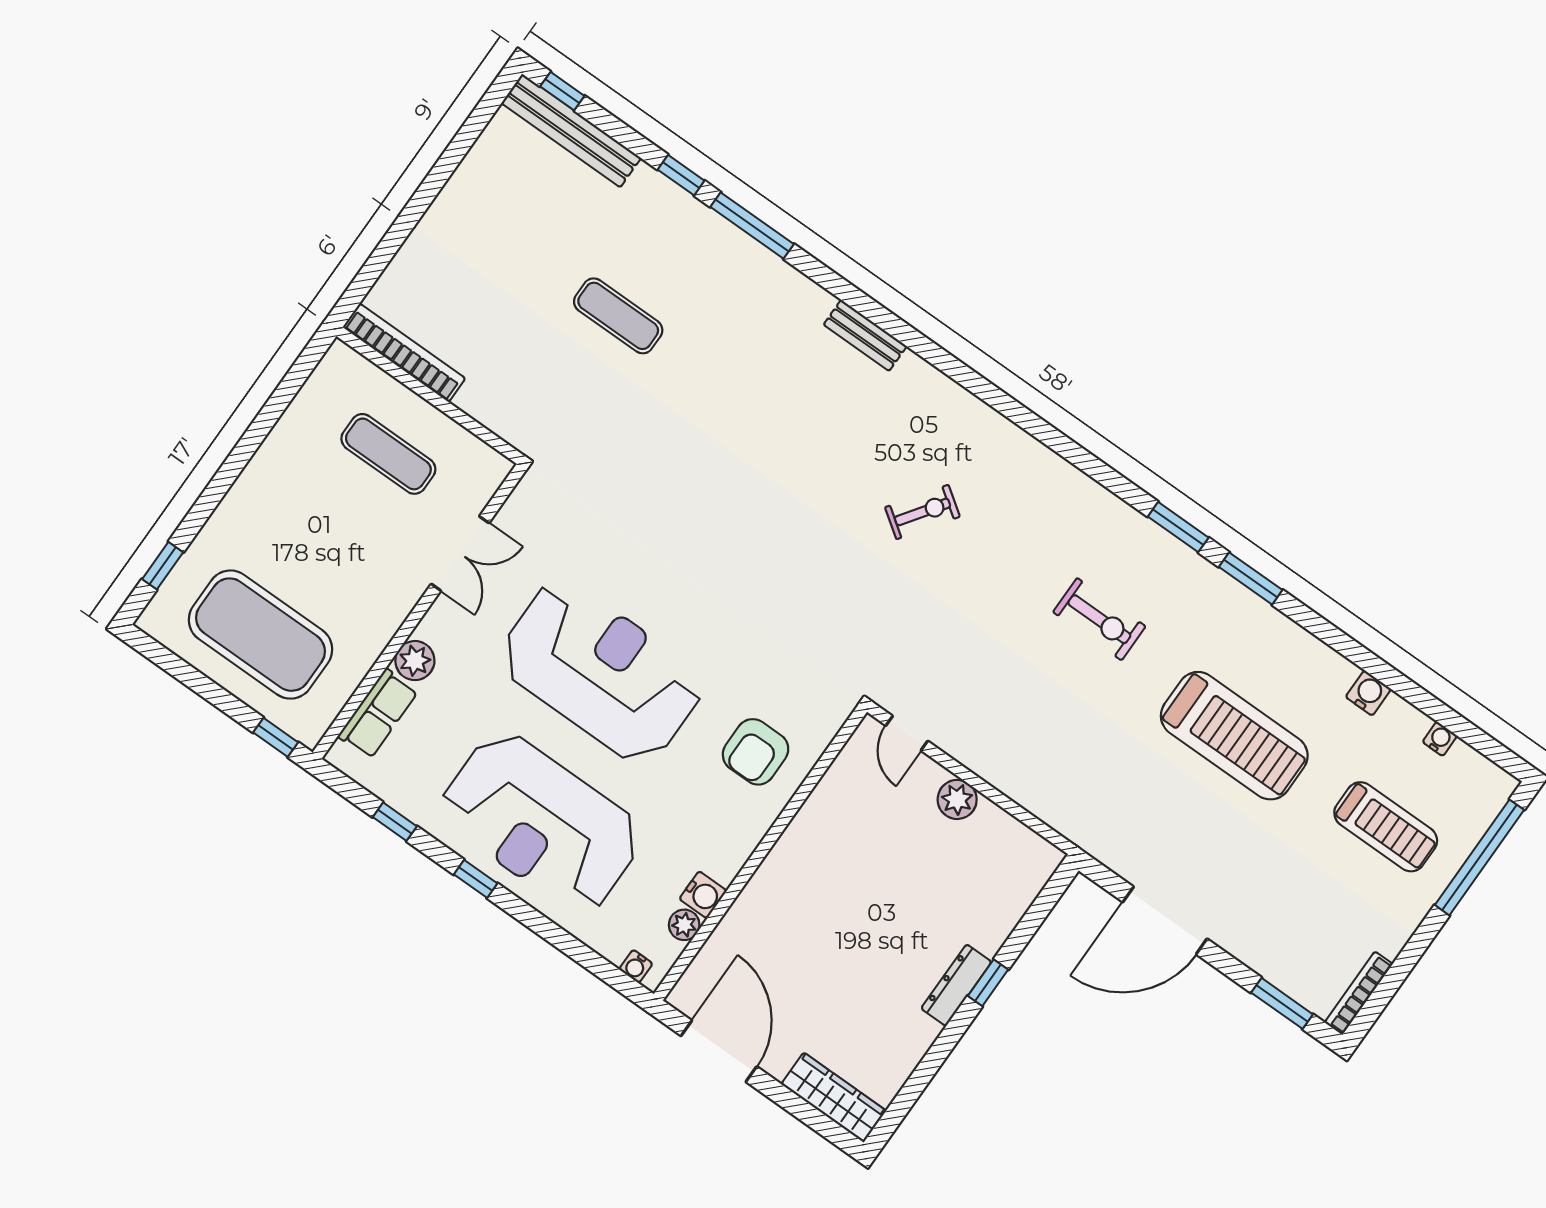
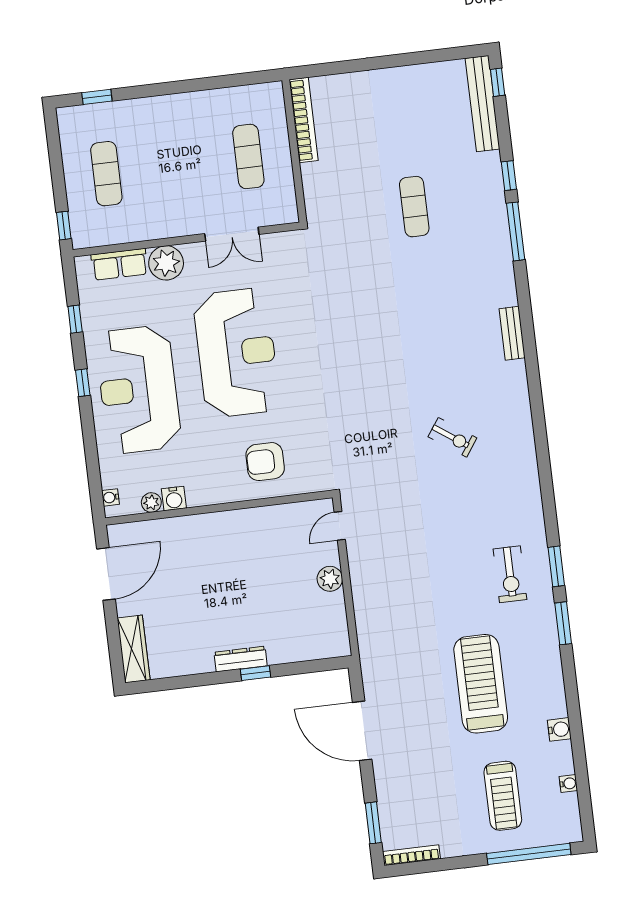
exercise bike: (1099, 619) -> (510, 574), moved
exercise mat: (261, 635) -> (106, 174), width x0.50, depth x0.69
plant: (415, 661) -> (166, 263), width x1.36, depth x1.36
treadmill: (1234, 736) -> (481, 684), turned 180

